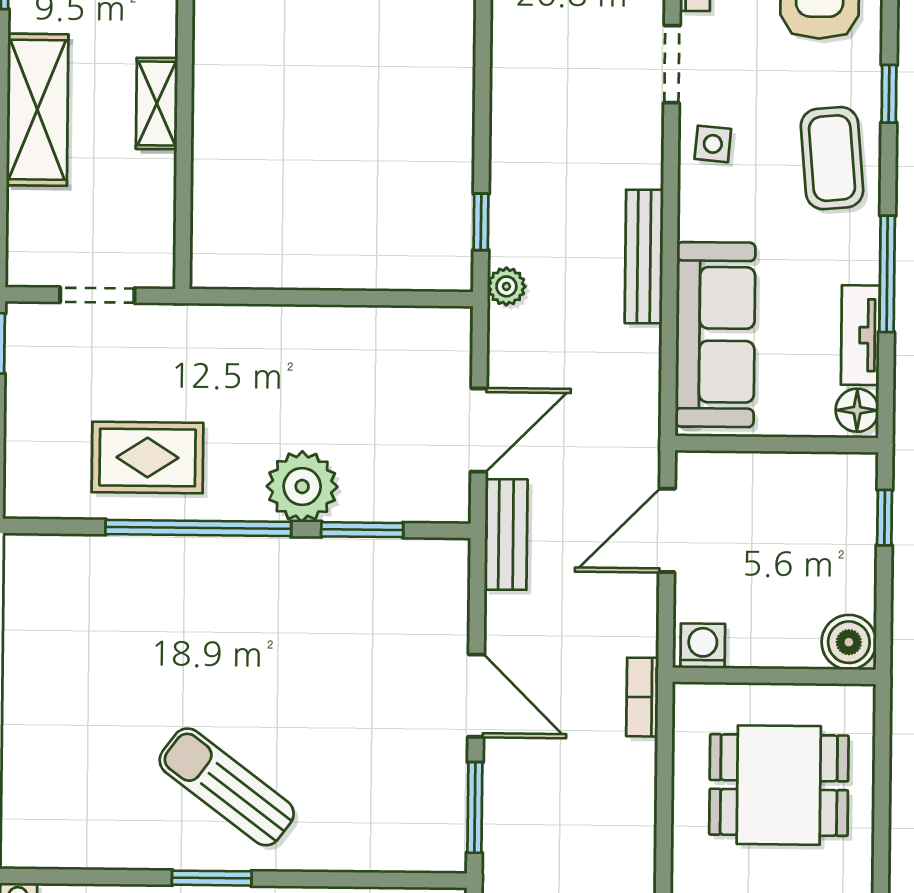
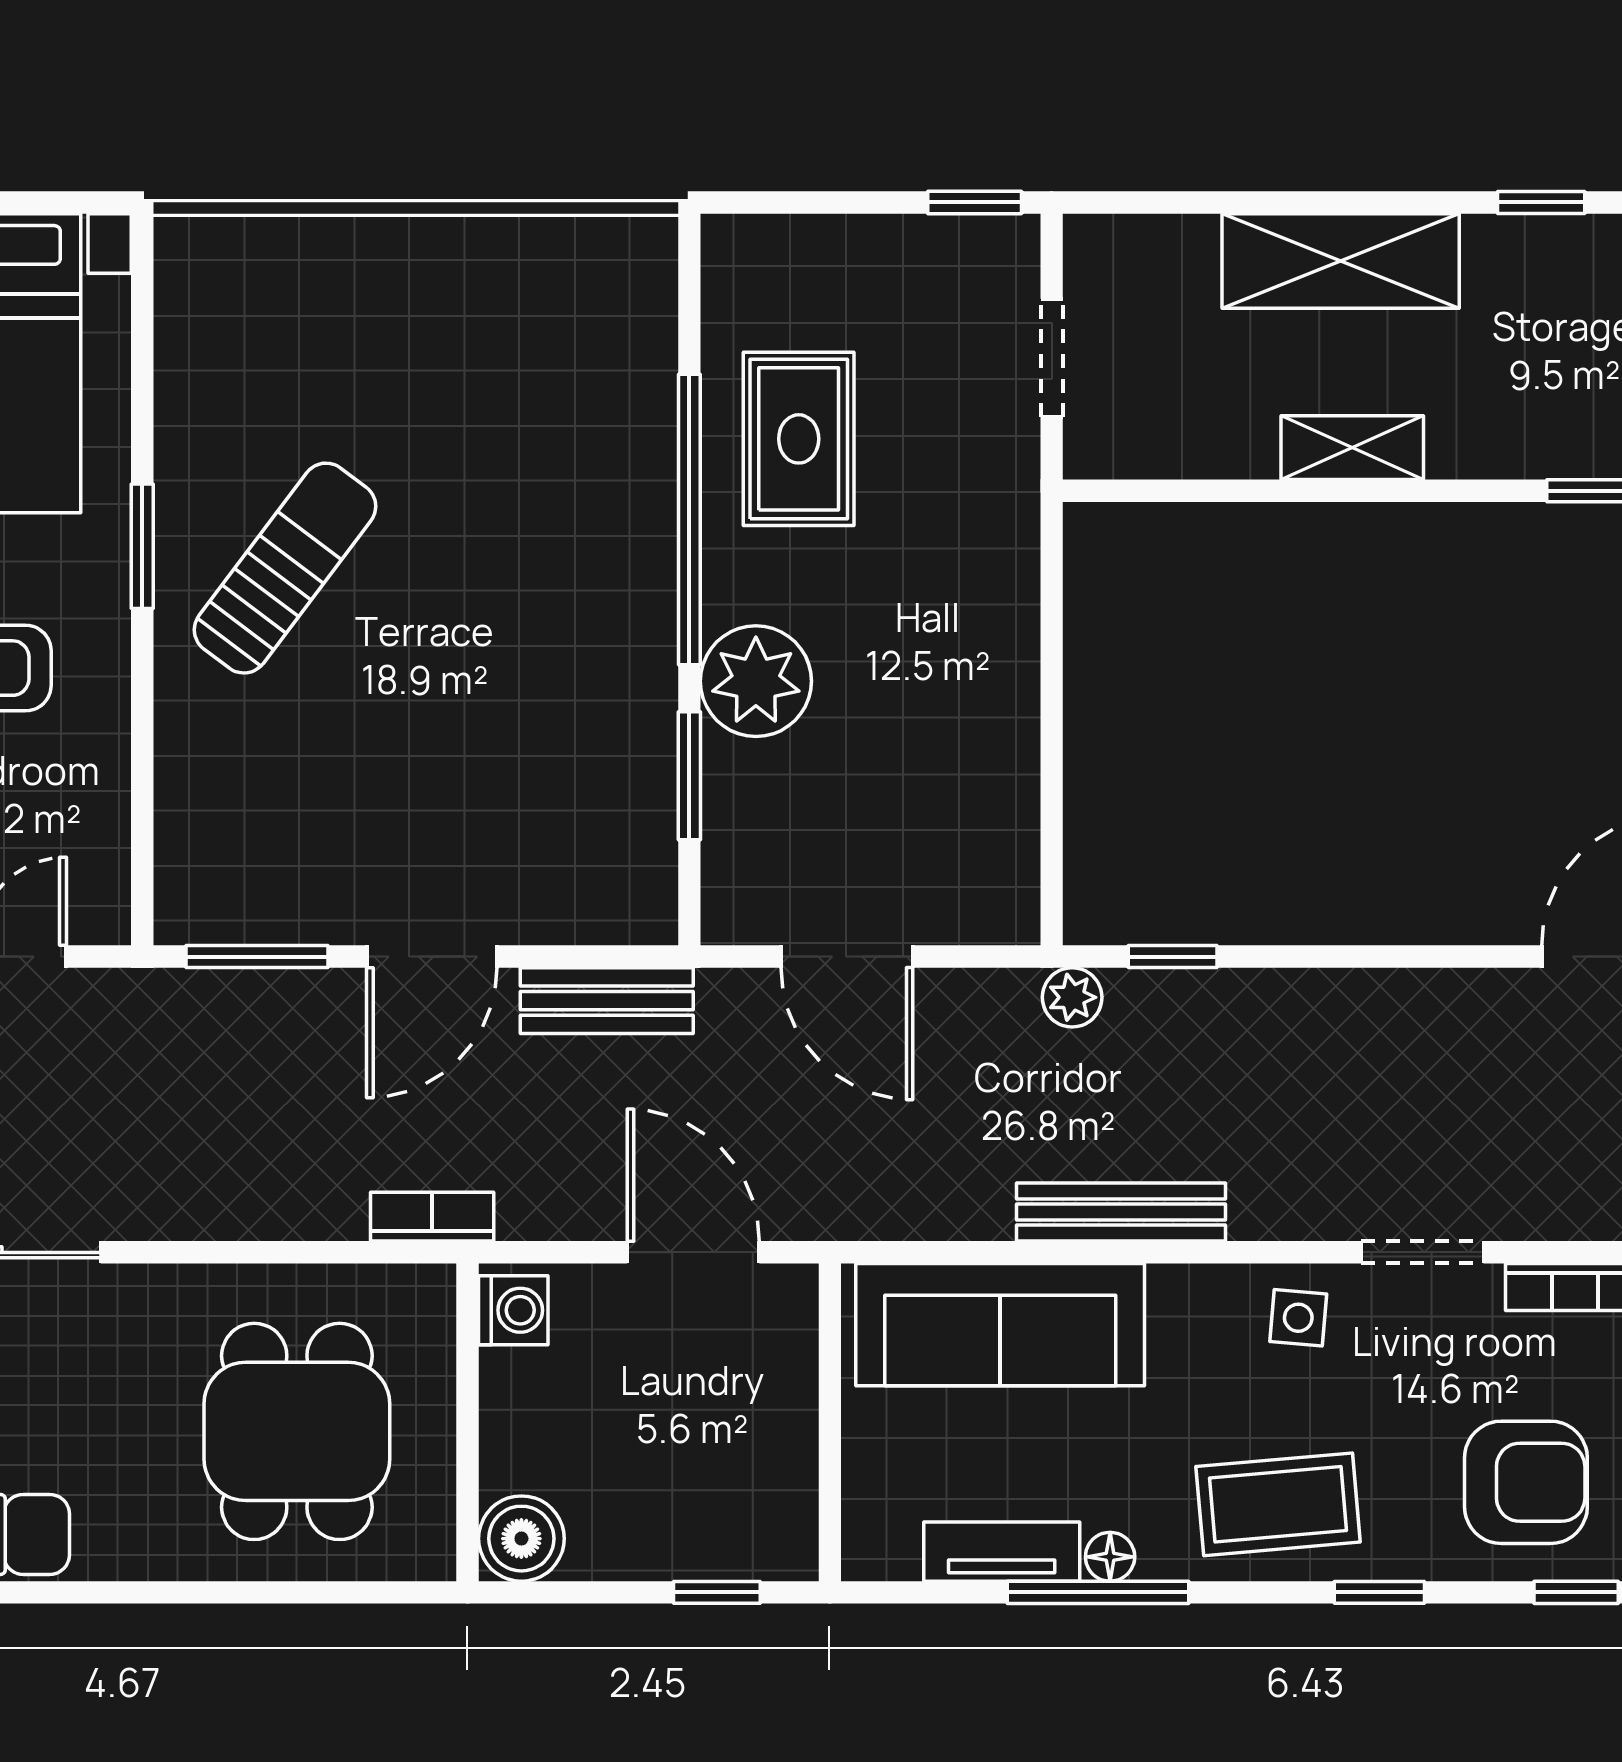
floor lamp: (857, 410) -> (1110, 1557), moved, width x0.73, depth x0.73
bench: (506, 535) -> (607, 1001), moved

